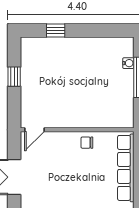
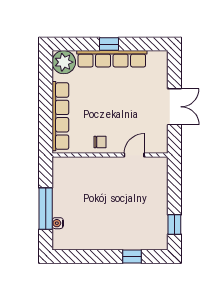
window: (14, 77) -> (174, 224), moved
door: (34, 130) -> (134, 155), moved

